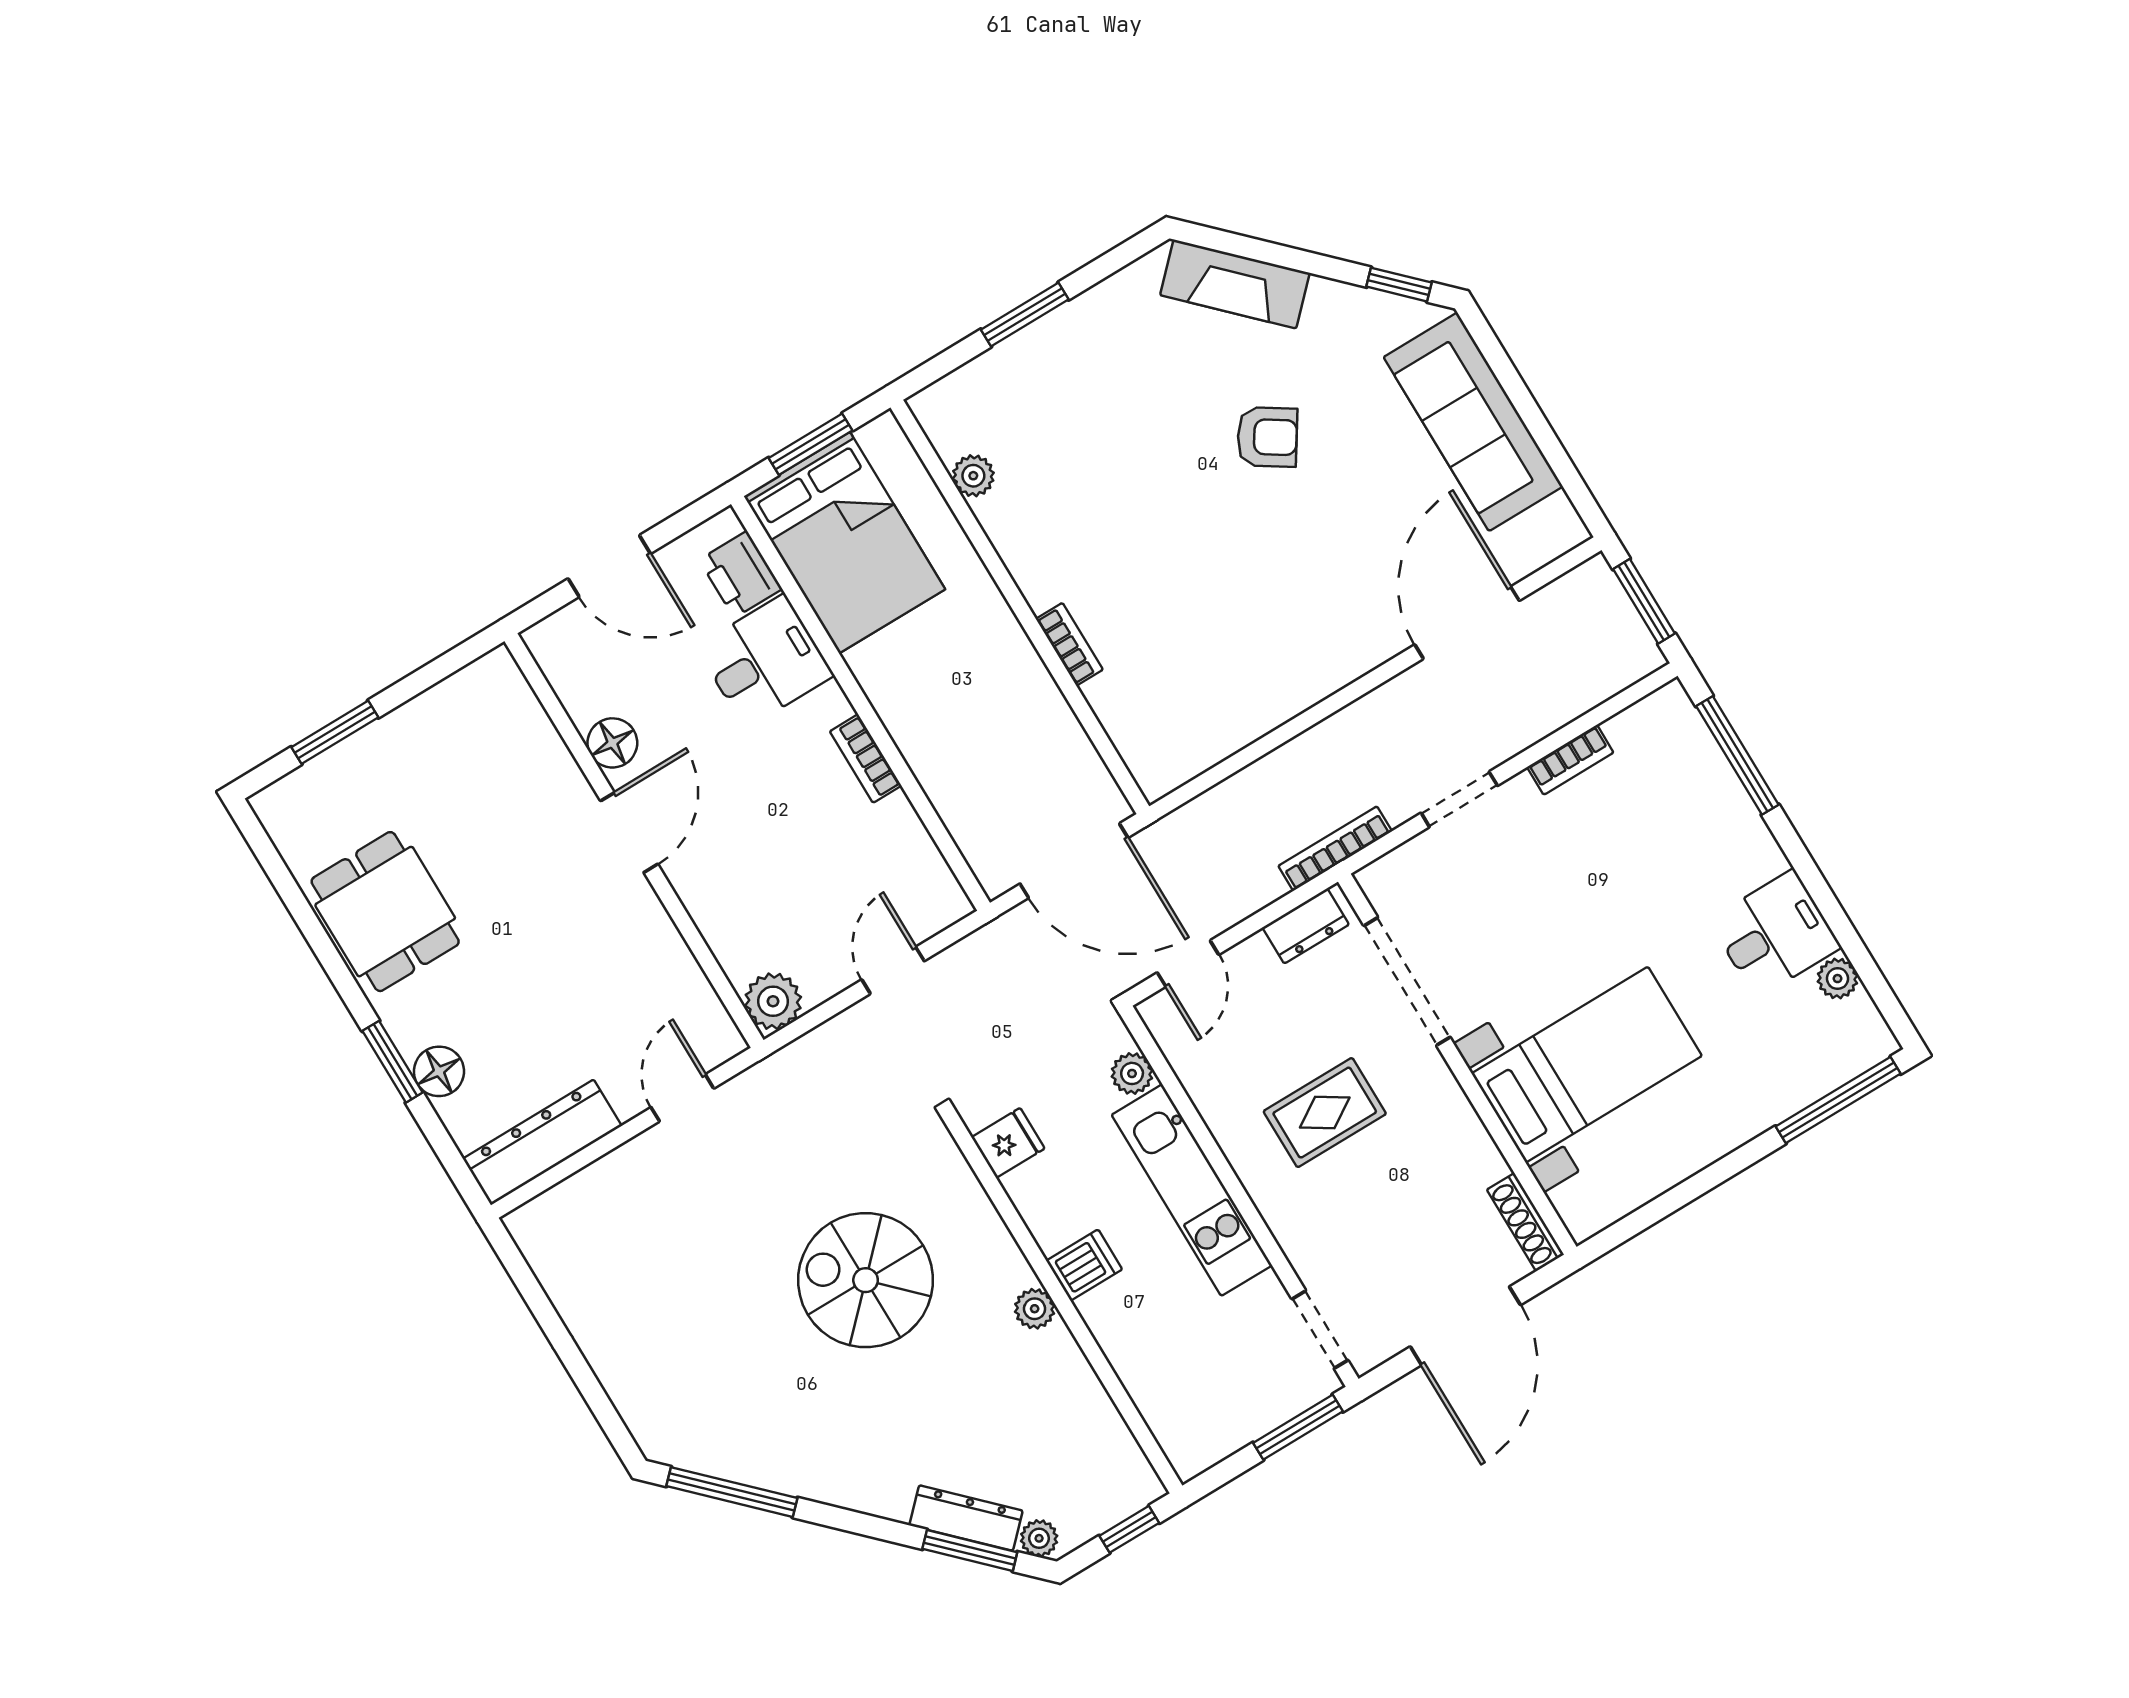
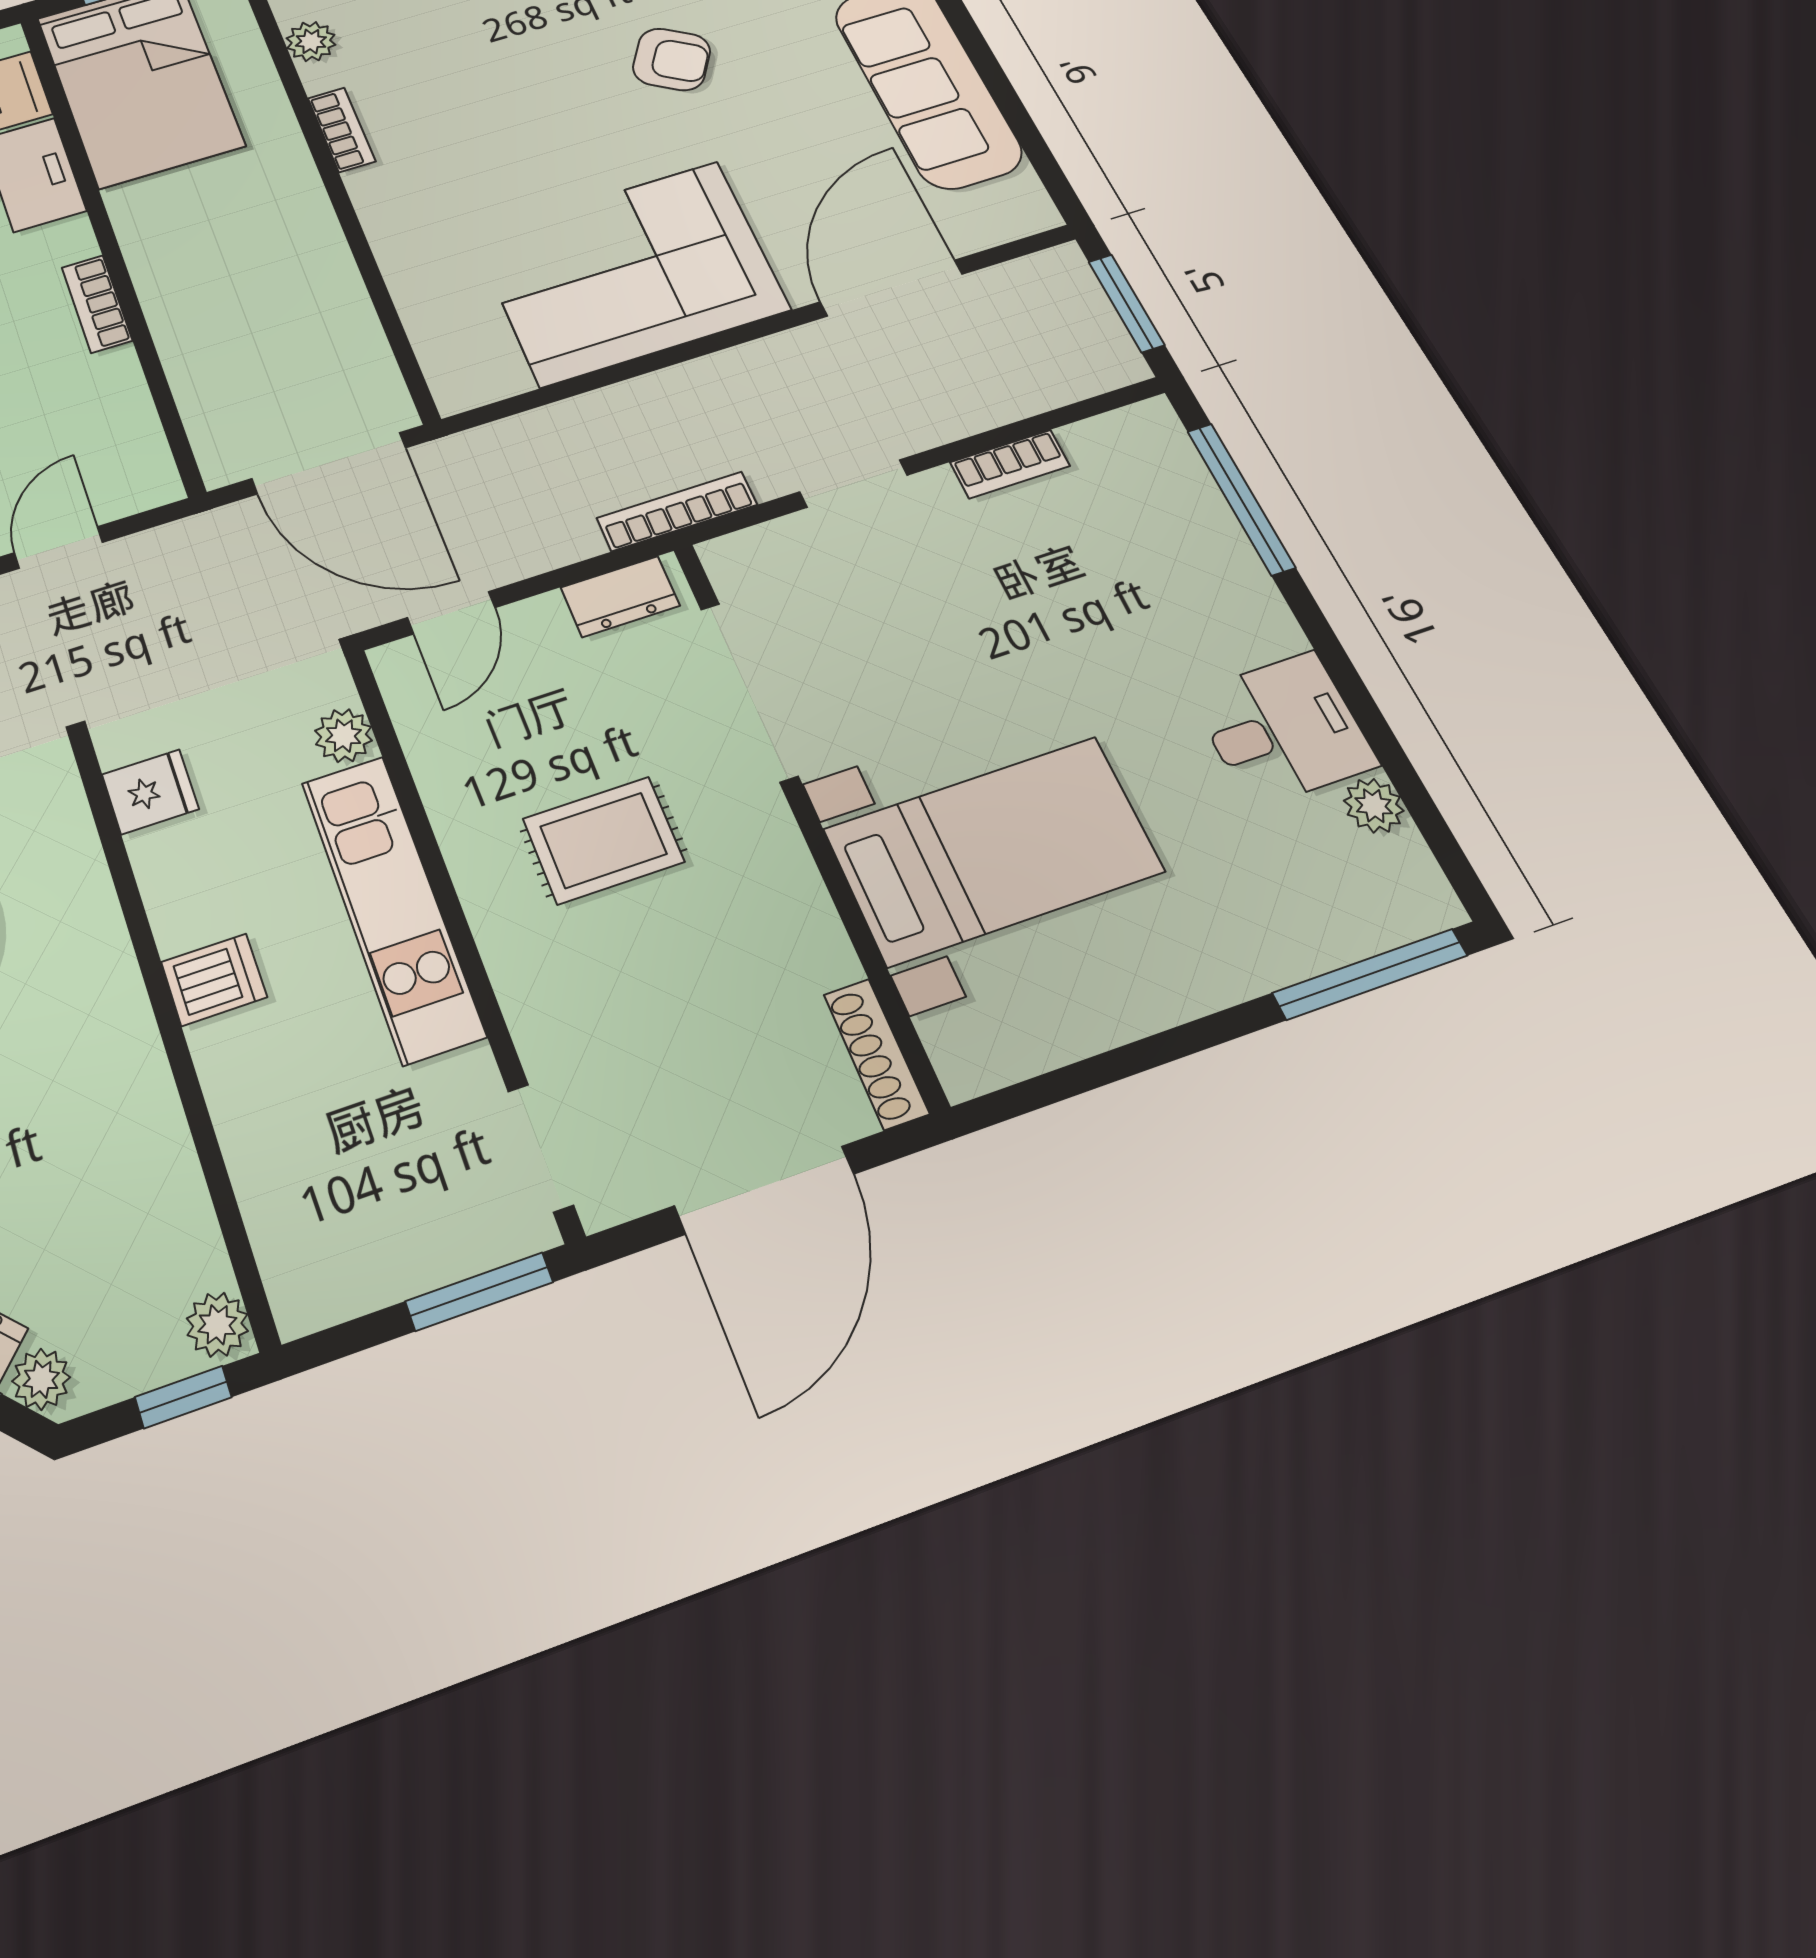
bookcase: (1069, 644) -> (342, 130), moved
corner sofa: (1268, 648) -> (630, 273), added
plant: (1035, 1309) -> (217, 1325), moved

